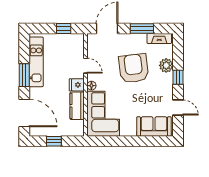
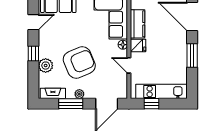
plant: (134, 38) -> (79, 94), added
kitchen unit: (36, 62) -> (161, 91), moved, turned 90
armchair: (134, 68) -> (79, 63), turned -106
door: (178, 107) -> (33, 22), swing flipped

